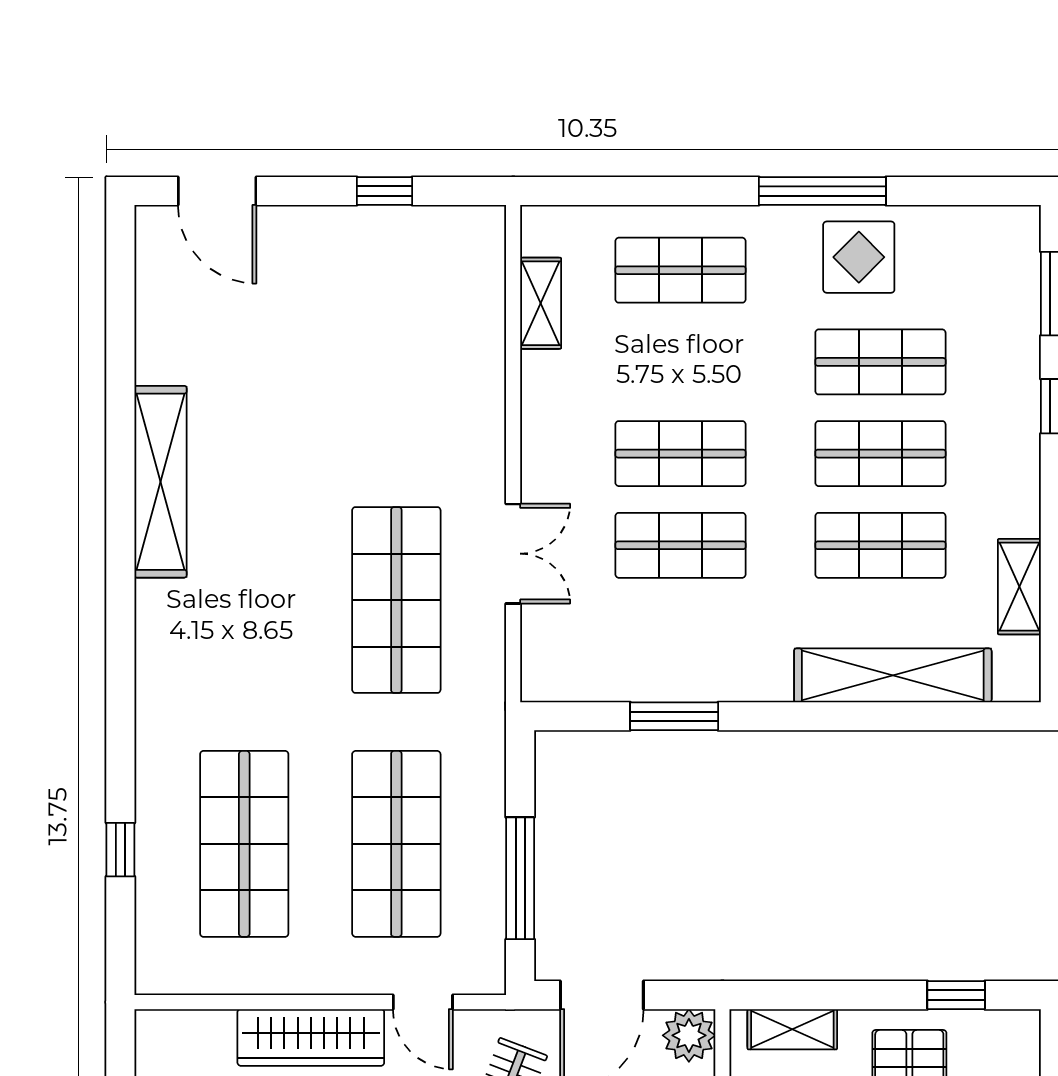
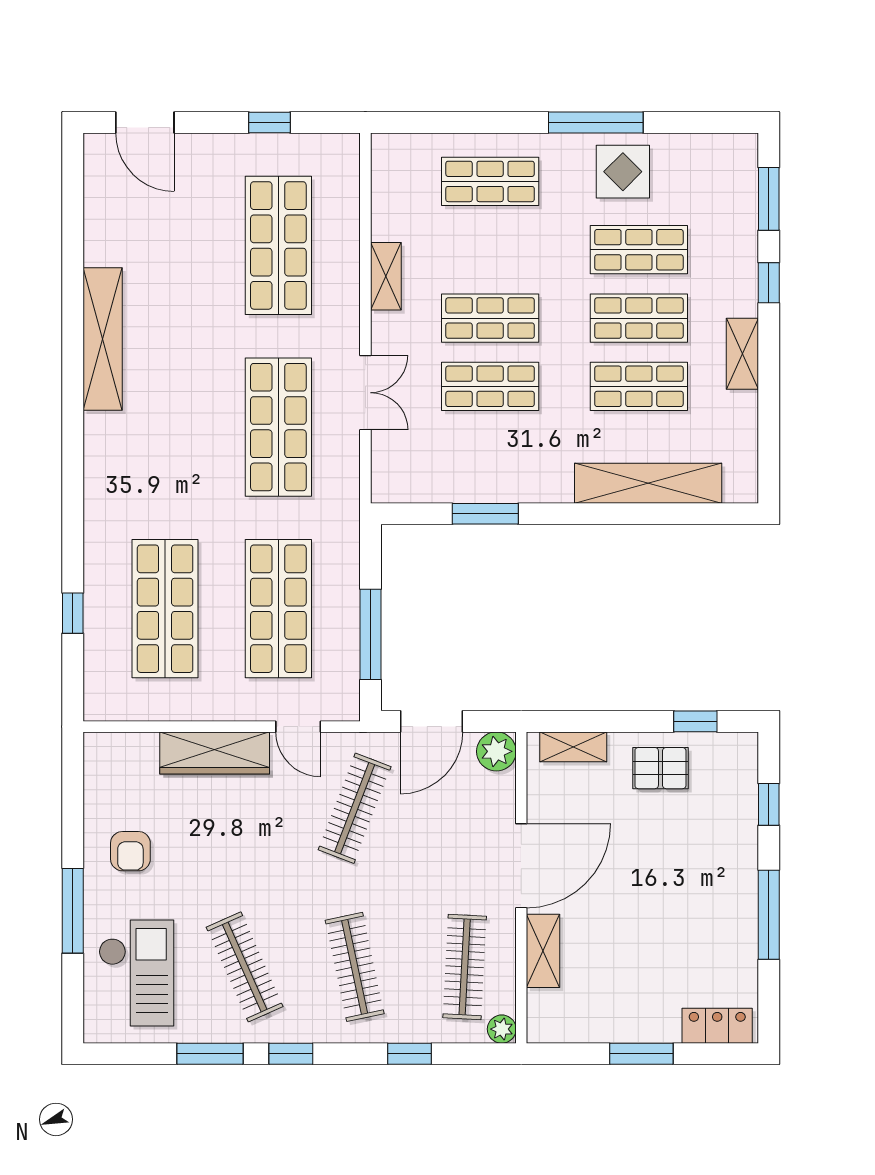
shelving: (541, 303) -> (386, 276), moved
shop shelf: (396, 356) -> (278, 245), added
shelving: (1019, 587) -> (742, 354), moved

